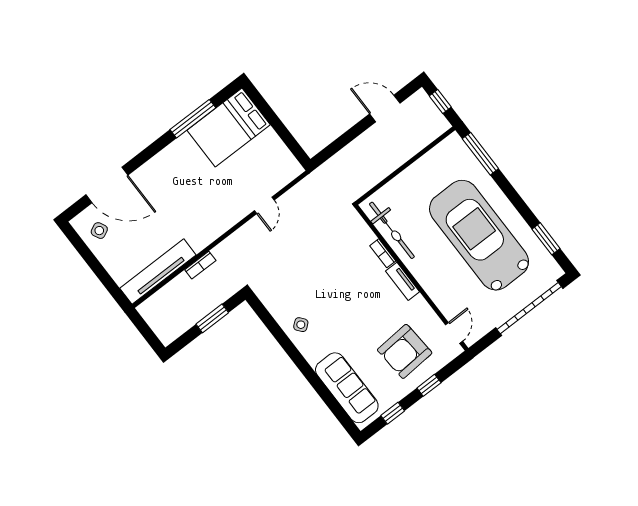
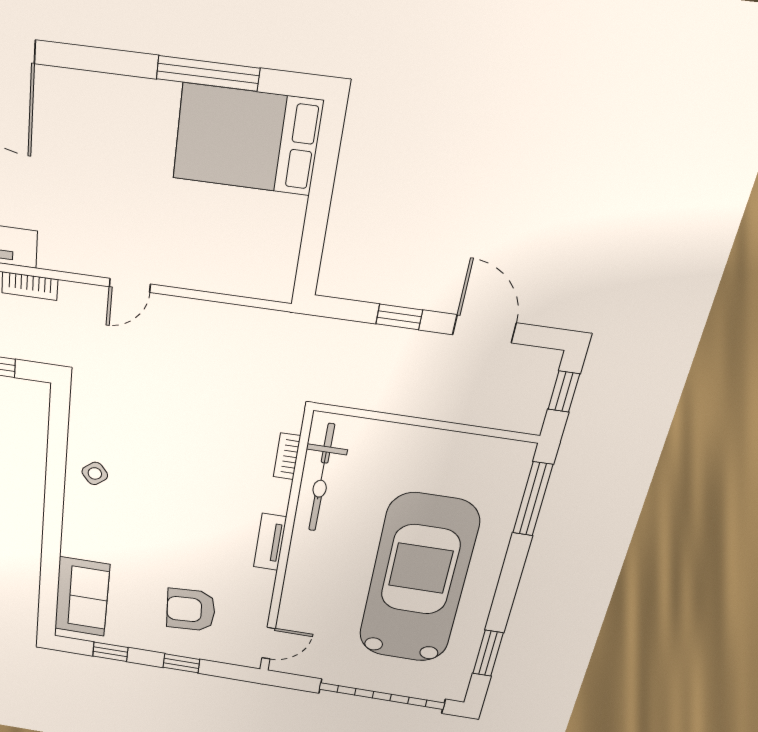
window: (350, 135) -> (399, 317), added
door: (264, 205) -> (130, 285), moved
bookcase: (383, 253) -> (287, 456), moved
armchair: (405, 351) -> (191, 610), width x0.73, depth x0.73
sofa: (347, 388) -> (82, 597), width x0.73

